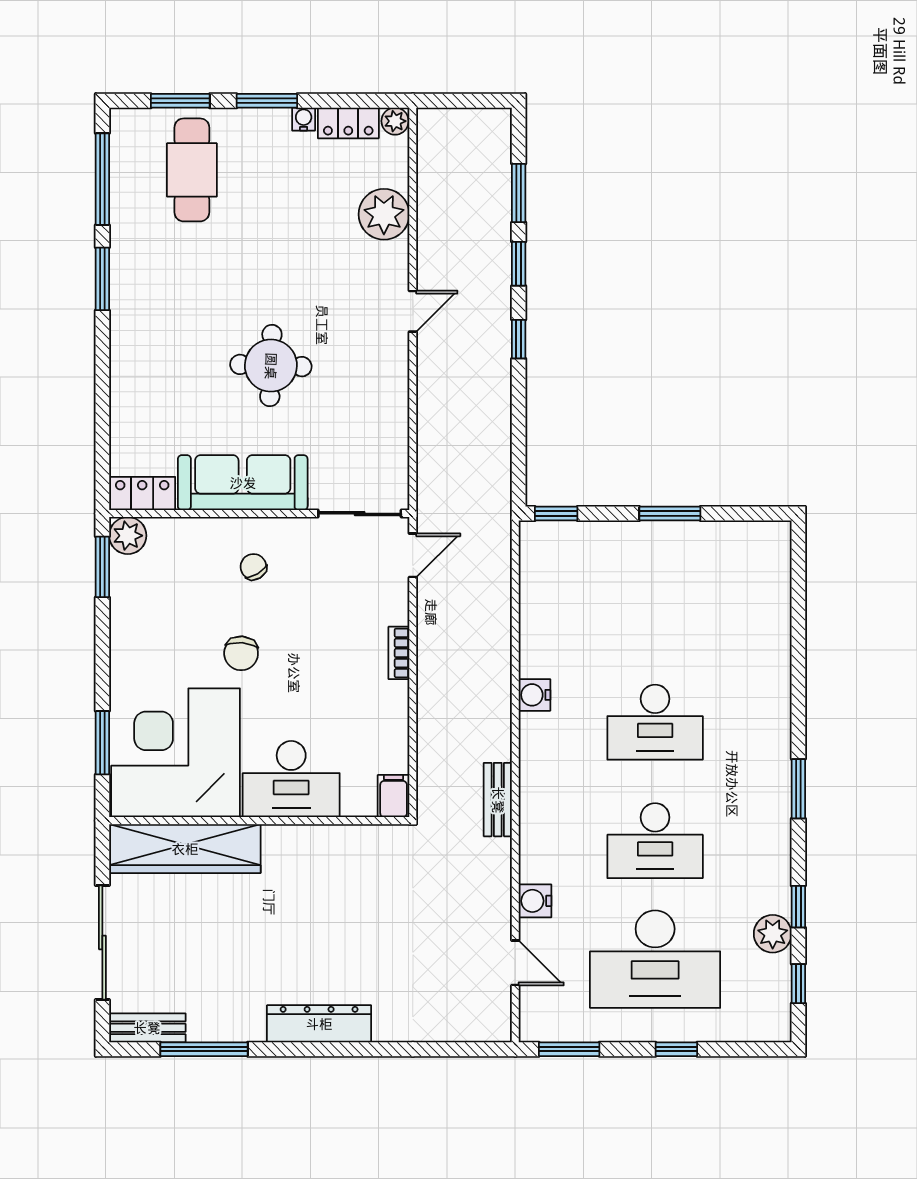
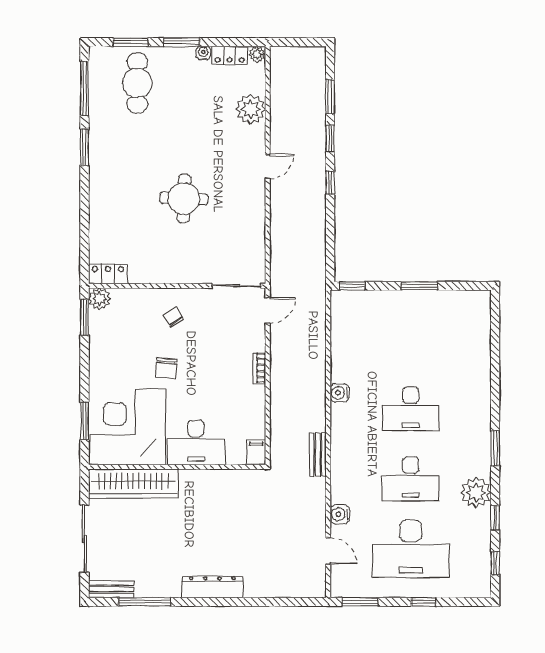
sofa: (243, 483) -> (167, 268), removed
plant: (773, 934) -> (476, 493), moved, width x1.36, depth x1.36

